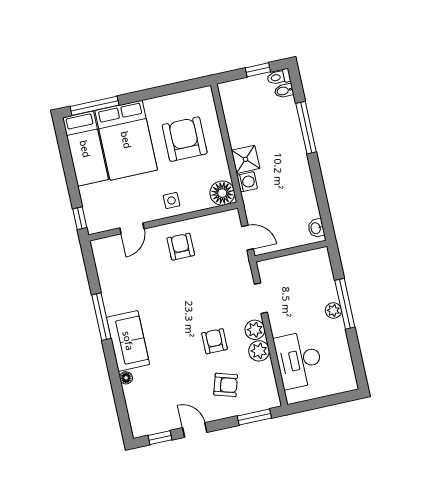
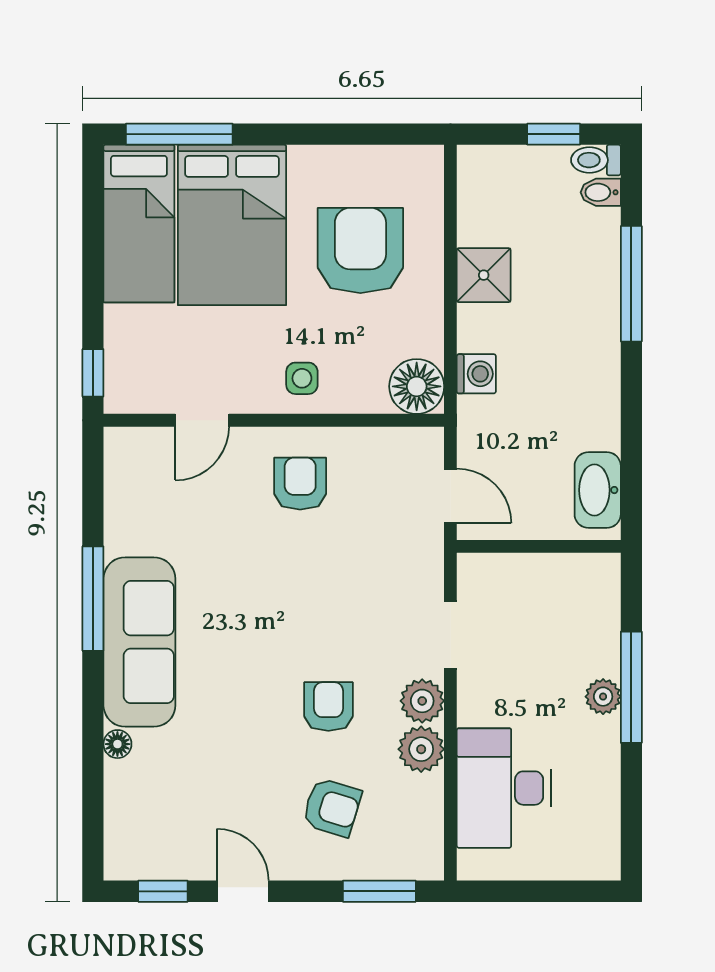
shower: (246, 159) -> (484, 275), moved
washbasin: (316, 228) -> (598, 490), width x1.91, depth x1.45
sofa: (128, 341) -> (139, 642), width x1.36

